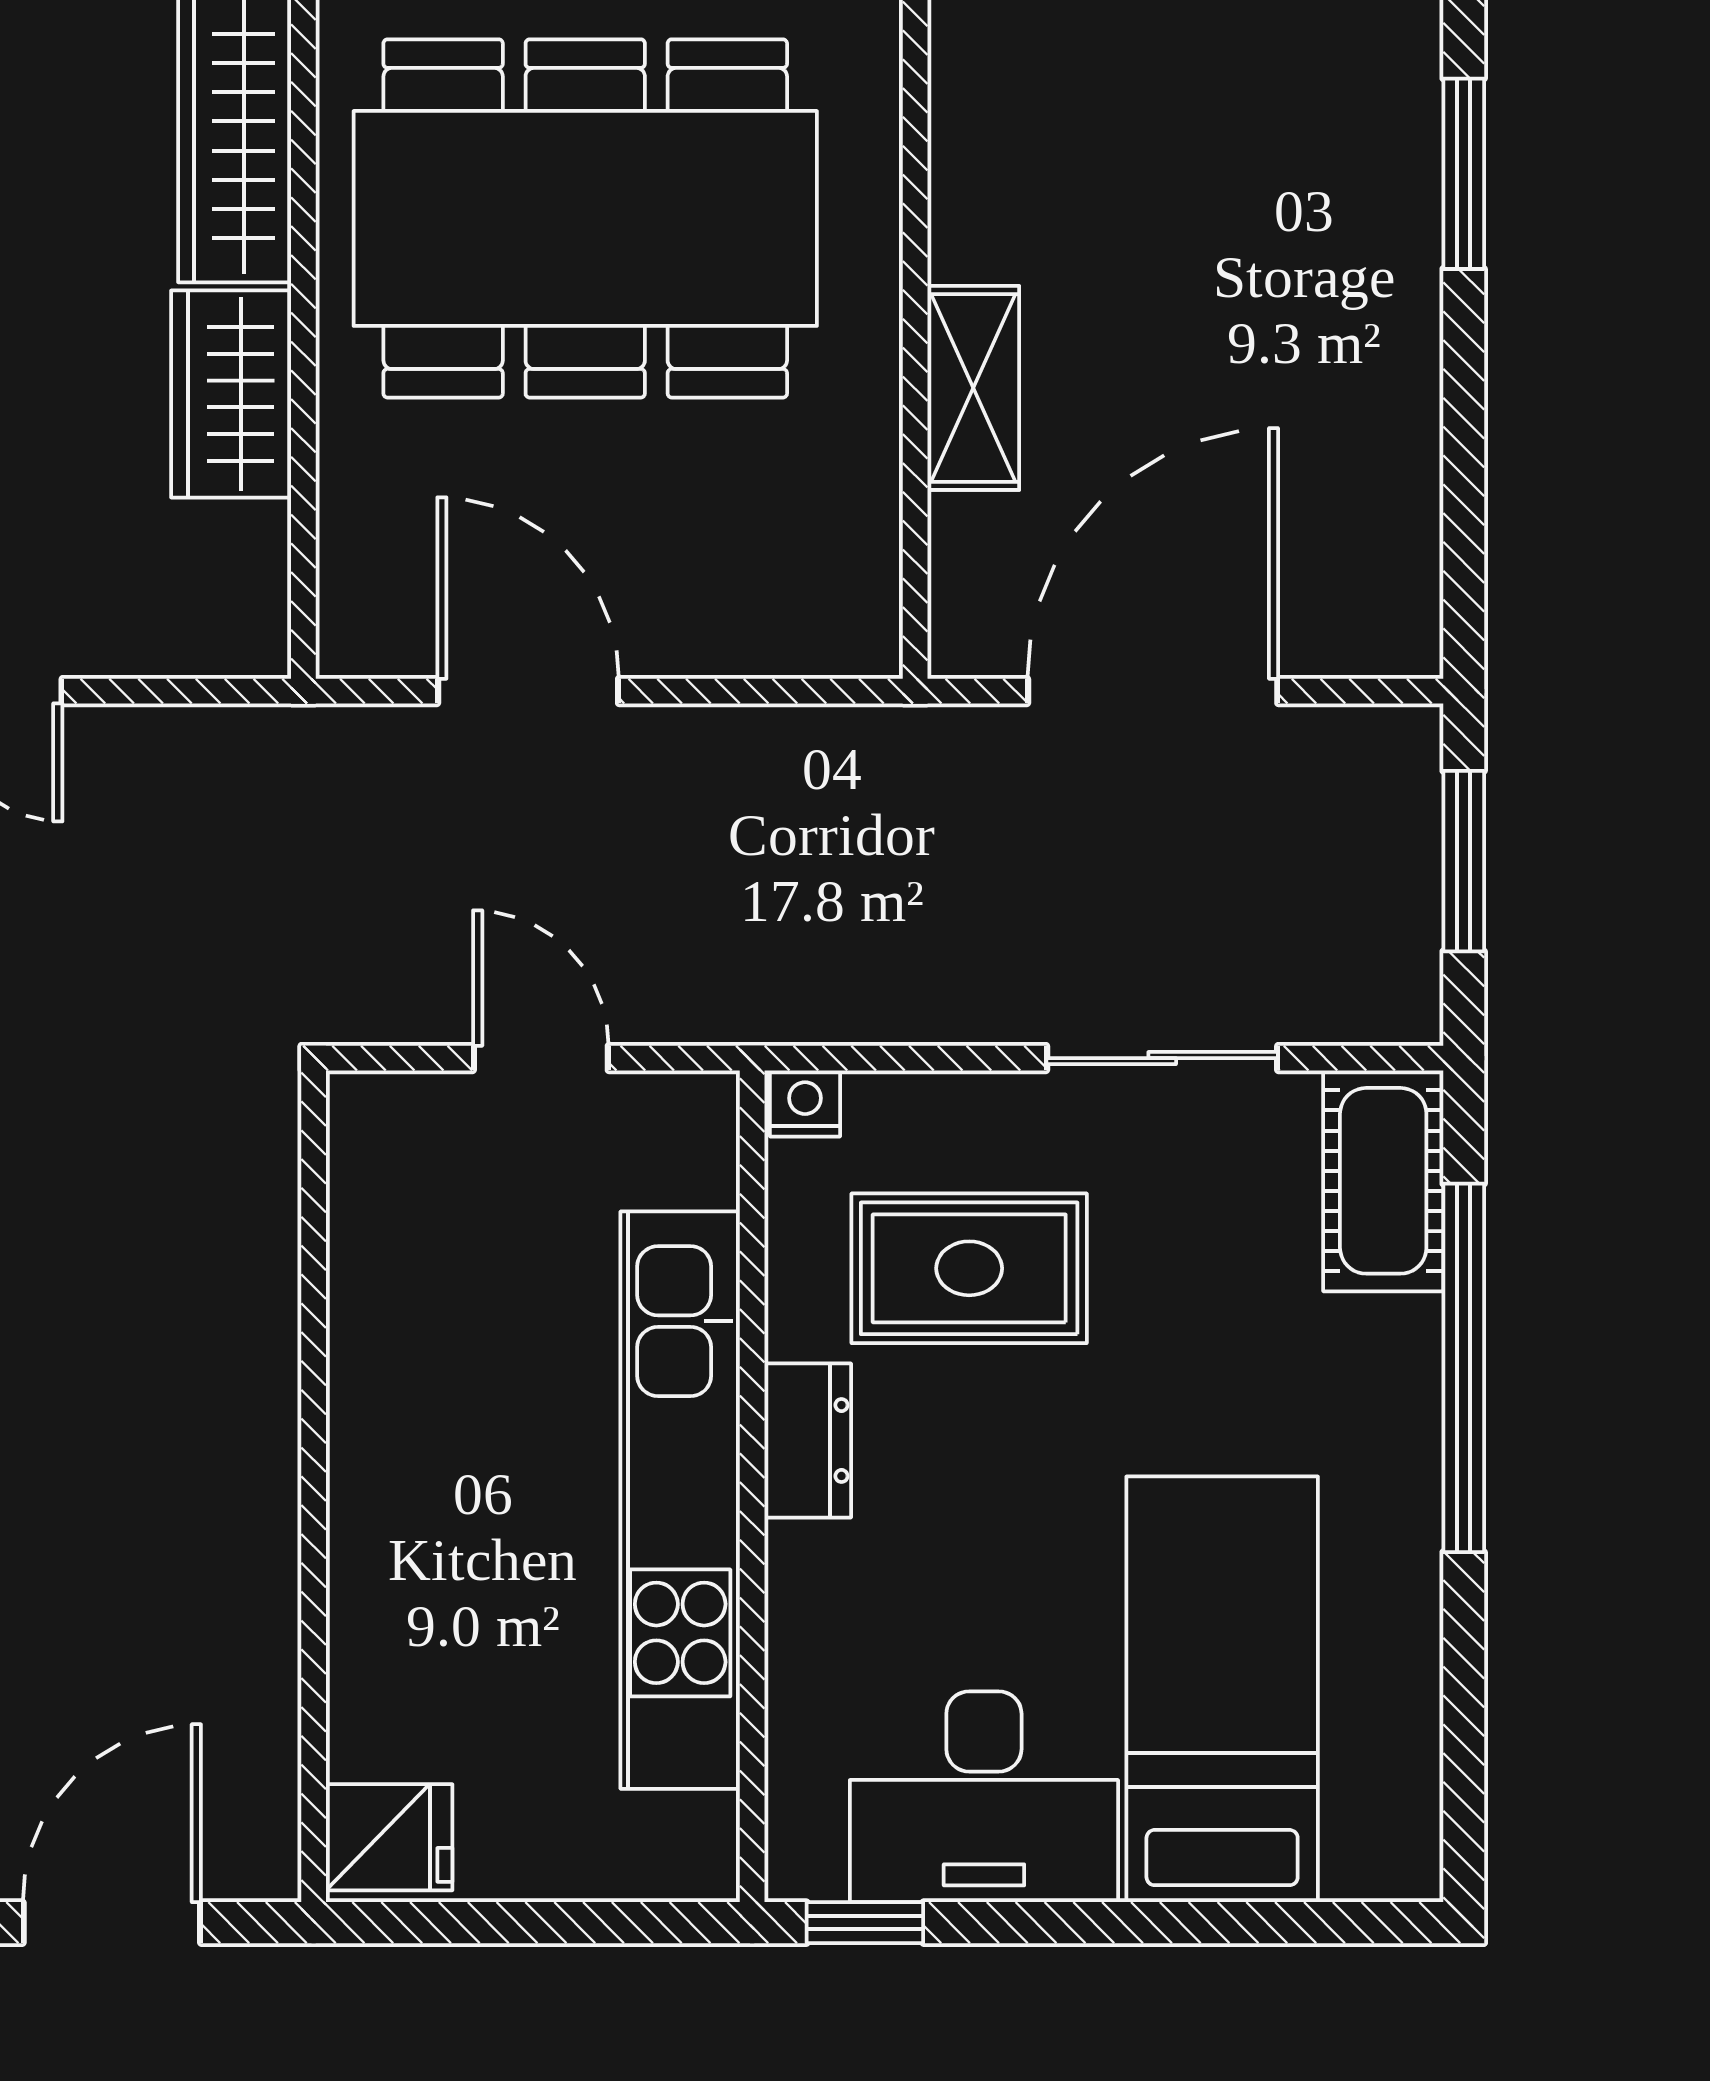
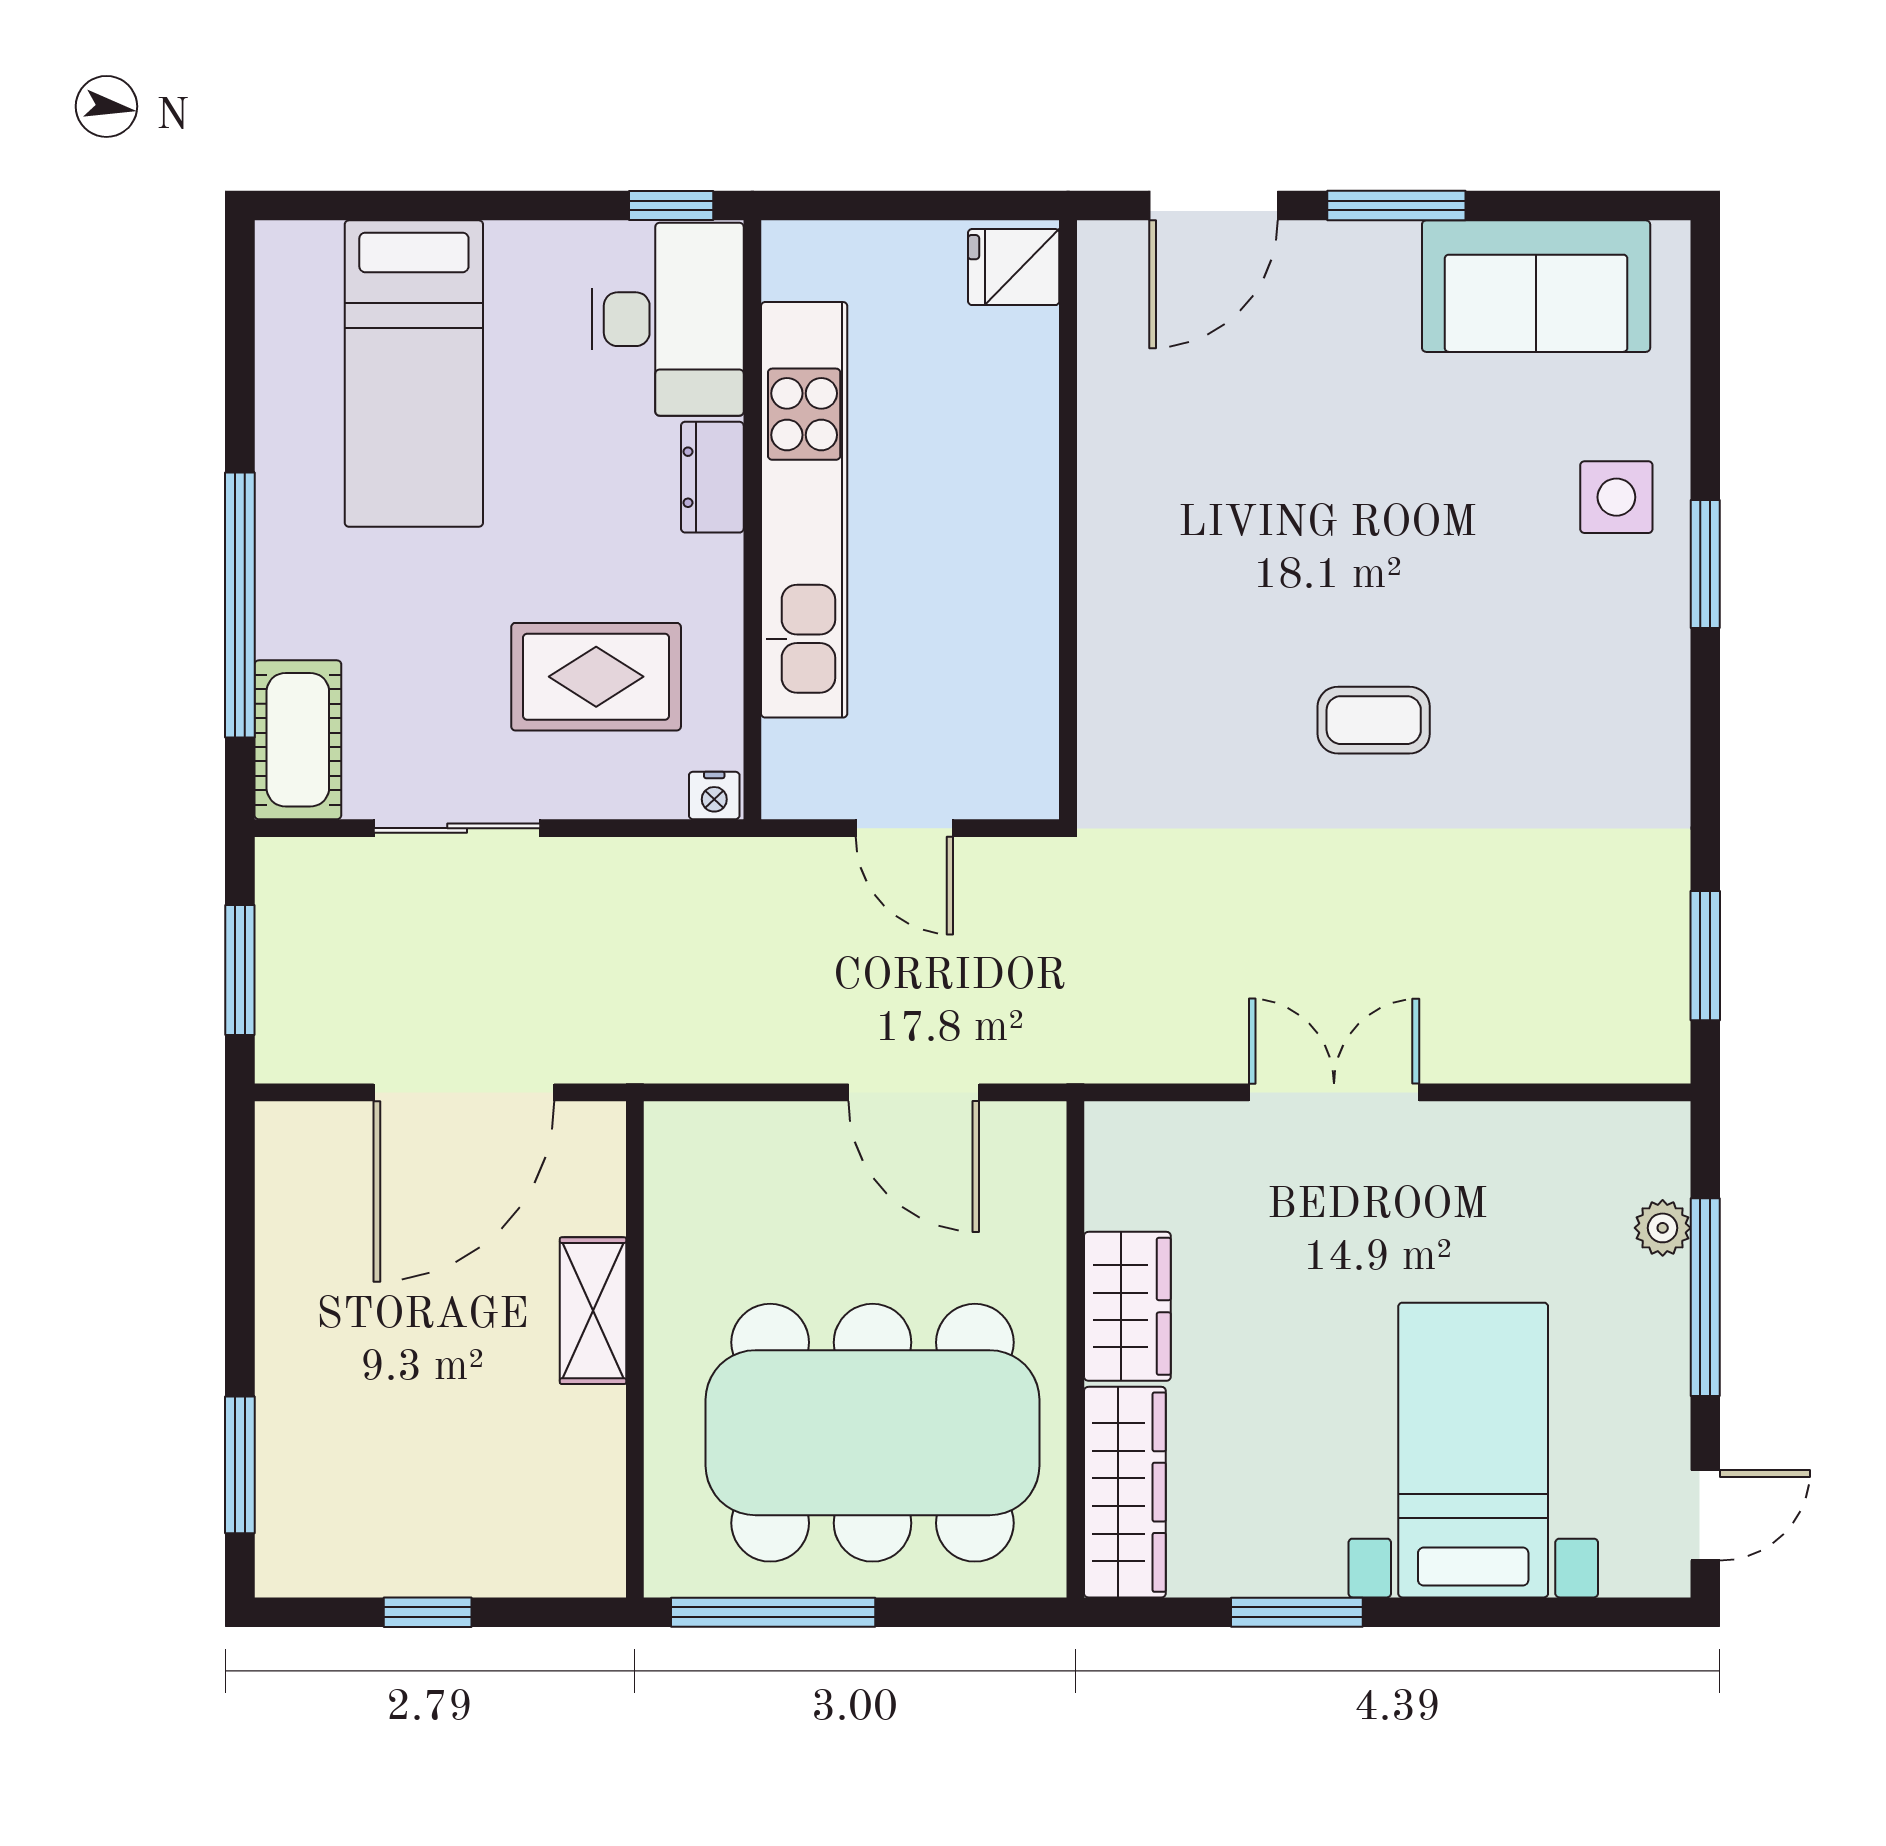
dresser: (808, 1441) -> (712, 477), moved
desk: (984, 1797) -> (668, 319), moved, turned 90

